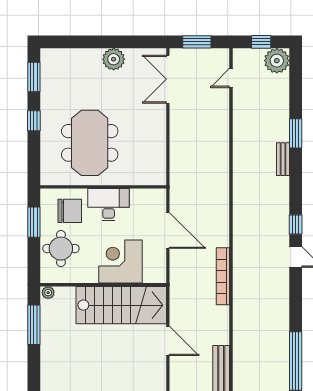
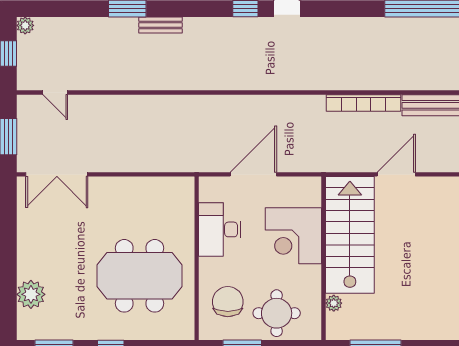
plant: (114, 59) -> (31, 294), moved
plant: (277, 61) -> (25, 25), width x0.53, depth x0.53
desk: (109, 205) -> (220, 229), moved
bookcase: (223, 276) -> (363, 103), moved
plant: (48, 293) -> (334, 303), moved

